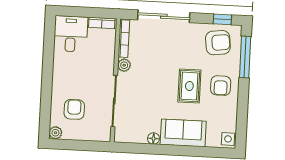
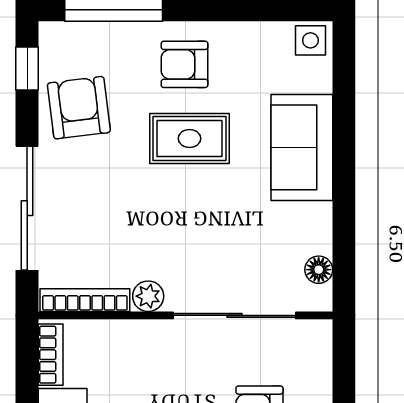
armchair: (218, 43) -> (79, 108), moved
armchair: (221, 86) -> (184, 64), turned 180
floor lamp: (153, 139) -> (319, 270), moved

